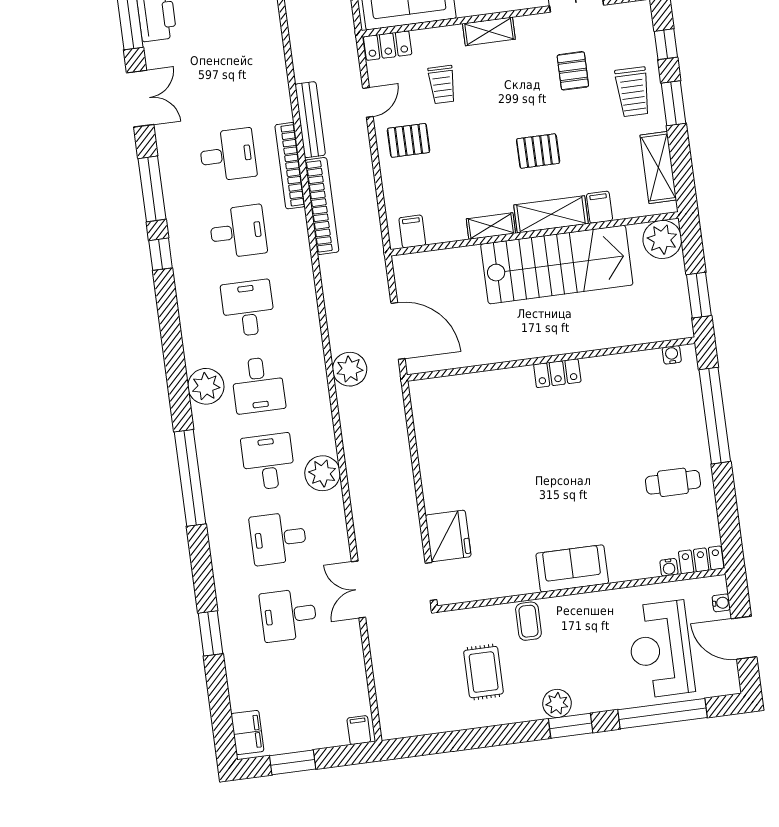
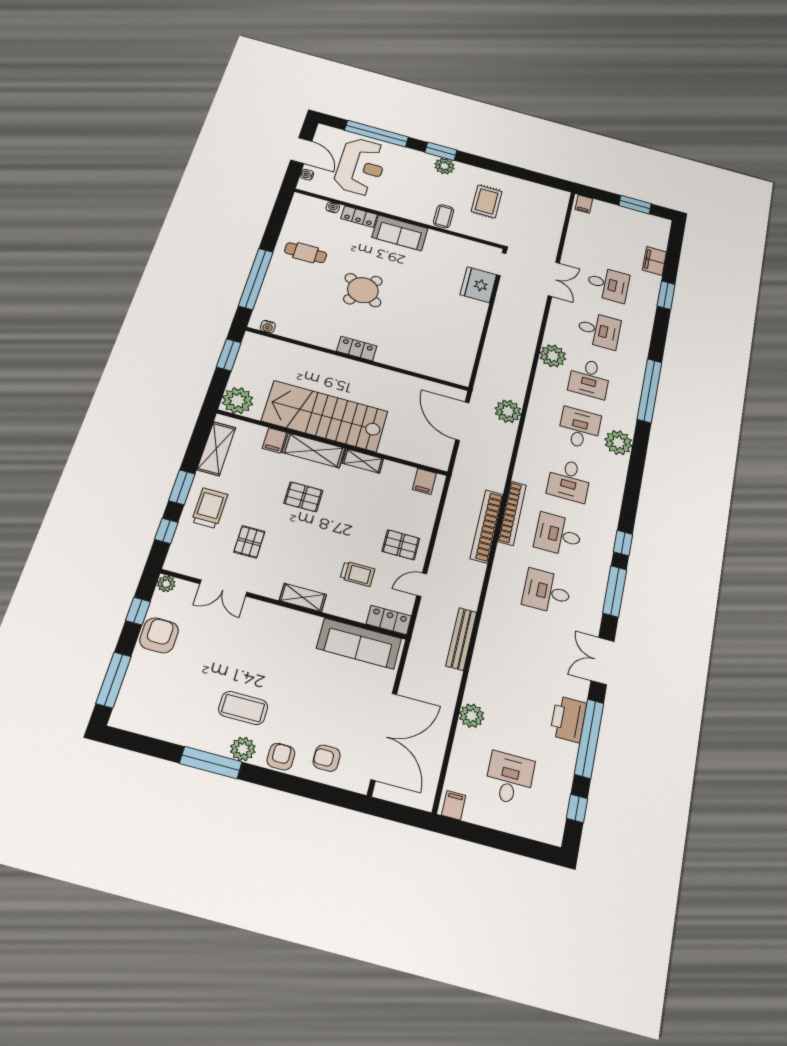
trolley: (442, 85) -> (357, 574), turned 90
bench: (310, 120) -> (461, 639), moved
bookcase: (290, 166) -> (512, 513), moved
round table: (583, 460) -> (363, 290), added
locker: (701, 560) -> (359, 217), moved
filing cabinet: (247, 732) -> (654, 261), moved

